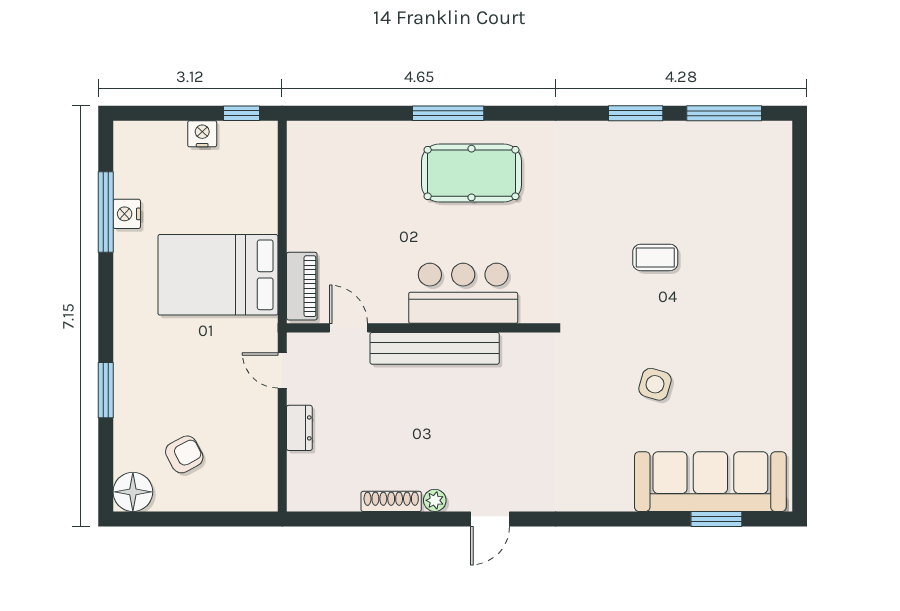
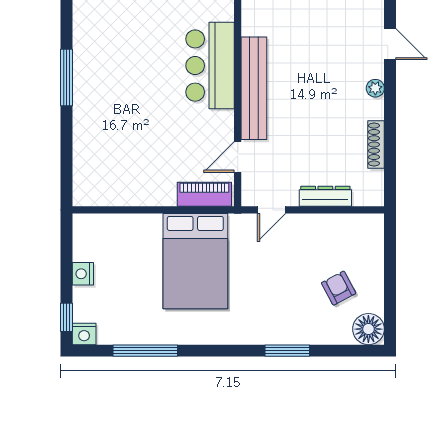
window: (242, 113) -> (66, 317), moved
pool table: (471, 173) -> (114, 59), removed
nightstand: (127, 214) -> (84, 334), moved
dresser: (299, 428) -> (325, 196), width x1.44
shoe rack: (391, 501) -> (376, 145), moved

